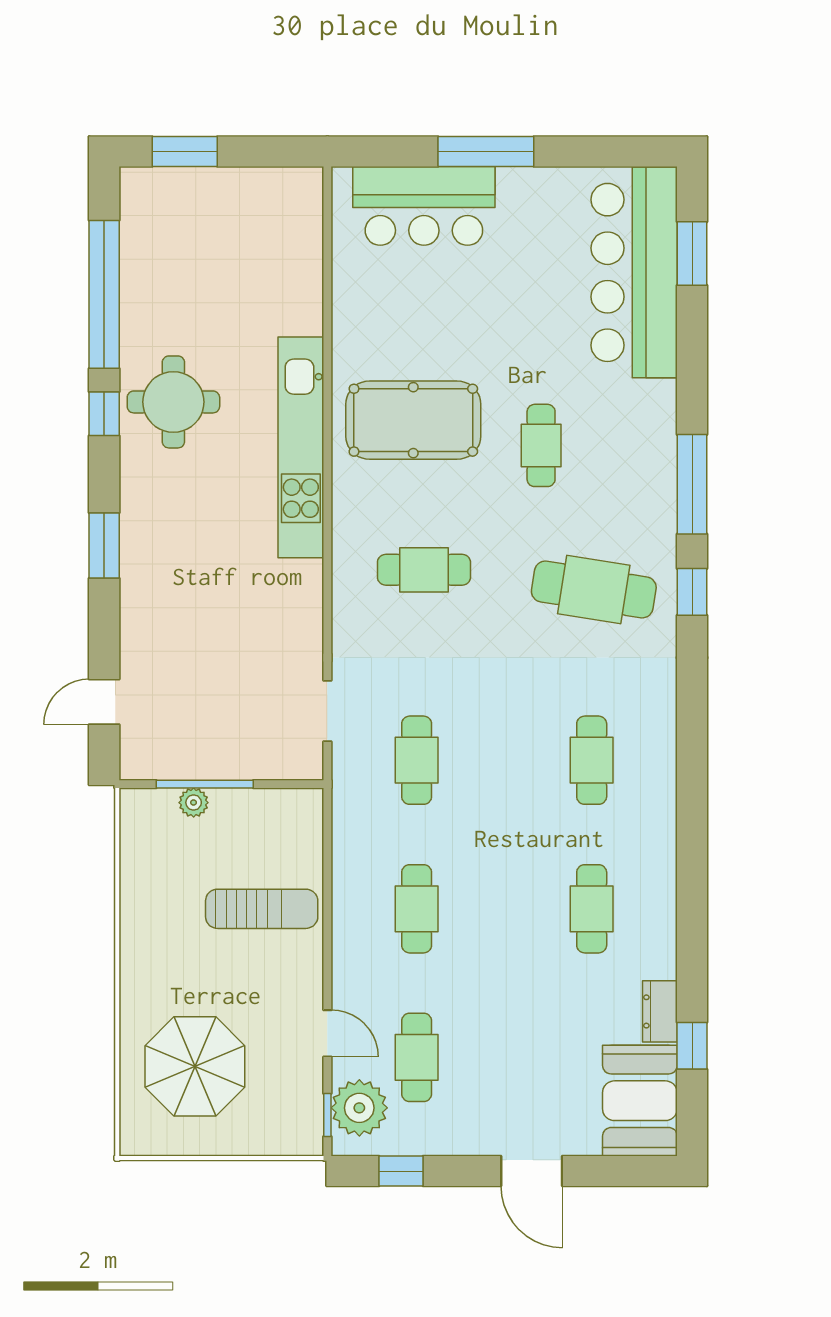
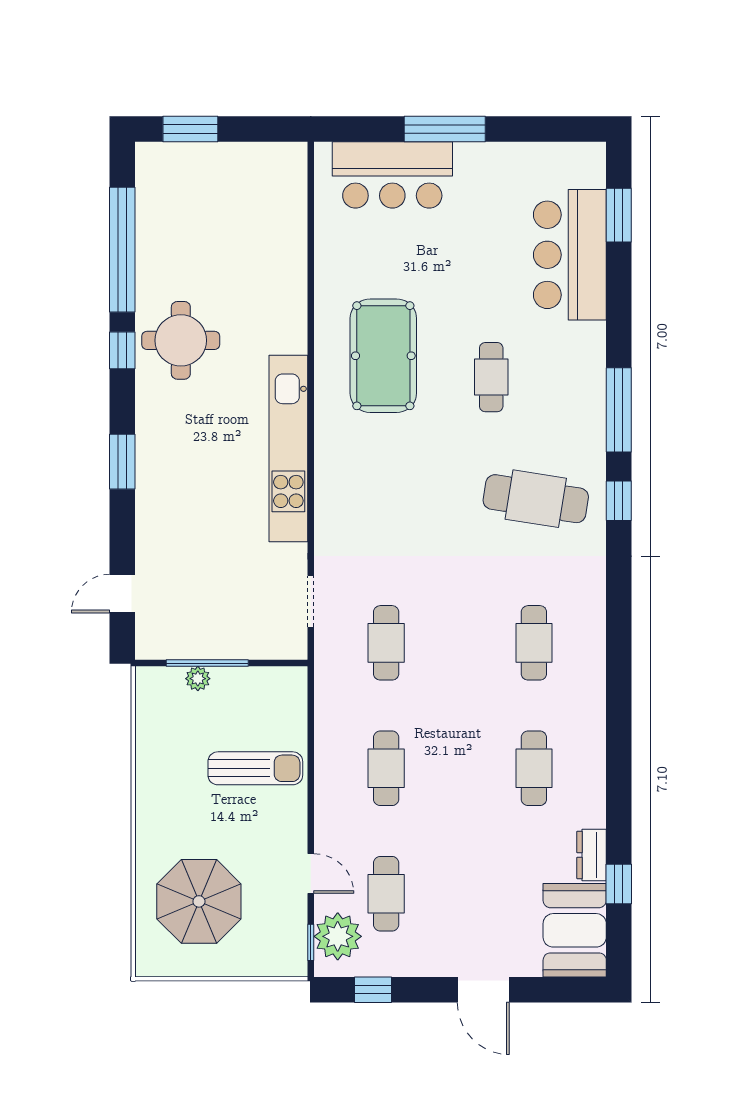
bar counter: (634, 272) -> (570, 255), width x0.73
pool table: (413, 420) -> (383, 356), turned 90
kitchen unit: (301, 447) -> (288, 449), moved
cafe table: (424, 570) -> (392, 482), removed

